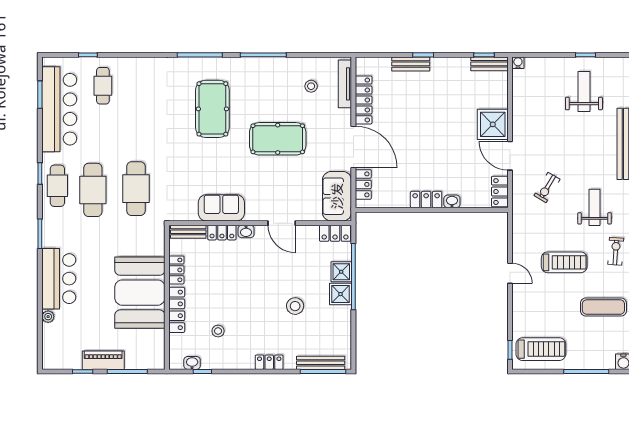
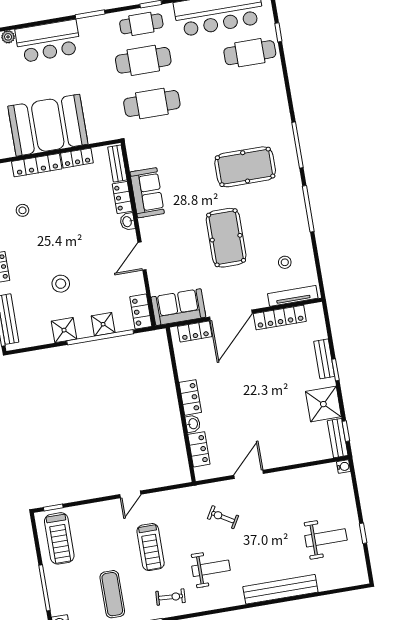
cafe table: (103, 86) -> (250, 53), width x1.37, depth x1.35
shower: (493, 124) -> (323, 404), moved
locker: (500, 192) -> (199, 449), moved, turned 90
shower: (340, 294) -> (64, 330), moved

